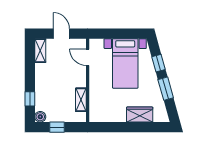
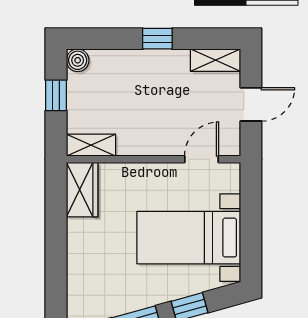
window: (30, 99) -> (157, 39), moved
shelving: (81, 100) -> (91, 145), moved
wardrobe: (140, 115) -> (82, 190), moved

